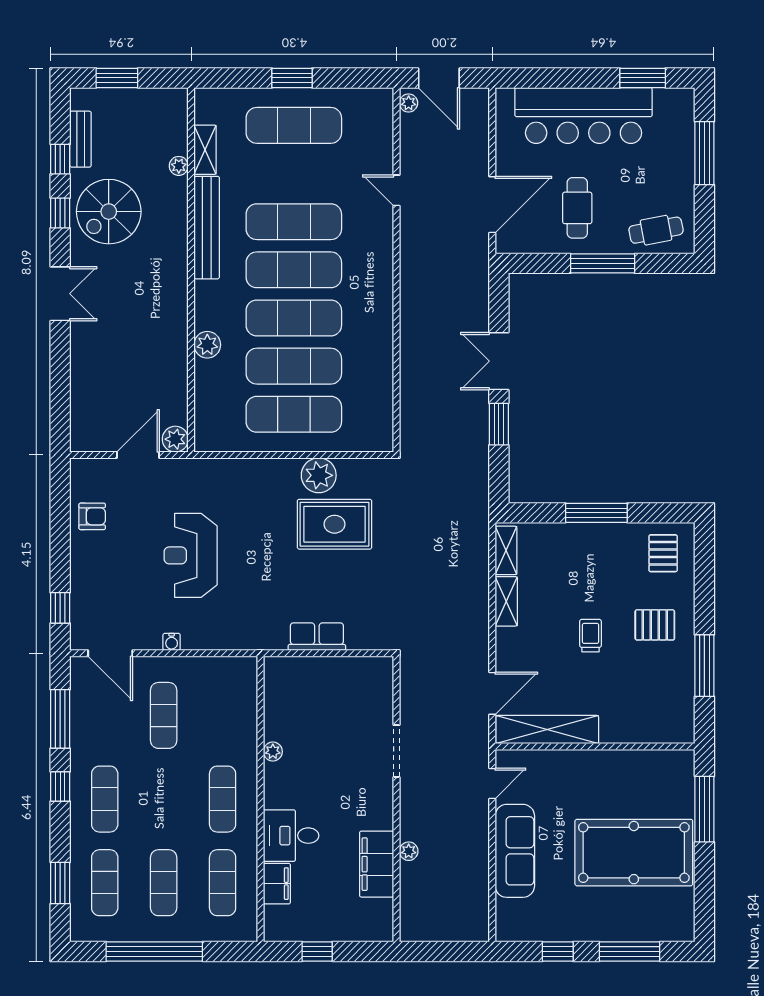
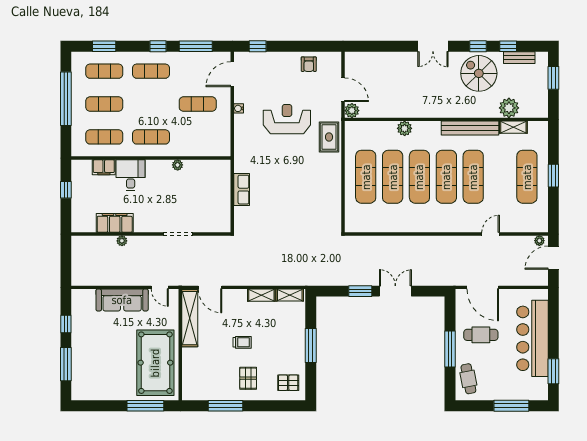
plant: (179, 166) -> (509, 108), width x1.87, depth x1.87
plant: (319, 475) -> (332, 191), removed
rug: (334, 524) -> (329, 137), moved, width x0.73, depth x0.70
pool table: (634, 853) -> (155, 363), moved

